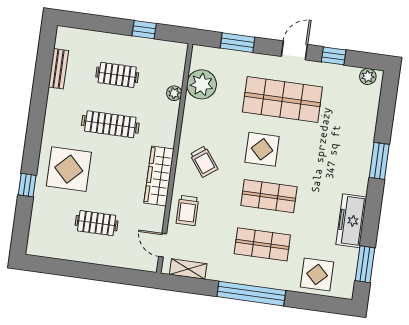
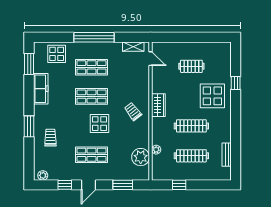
clothes rail: (117, 75) -> (191, 156), width x1.36
shop shelf: (282, 100) -> (91, 155), width x0.70, depth x0.74
wardrobe: (159, 176) -> (158, 105), width x0.67
trolley: (187, 210) -> (50, 138), moved

